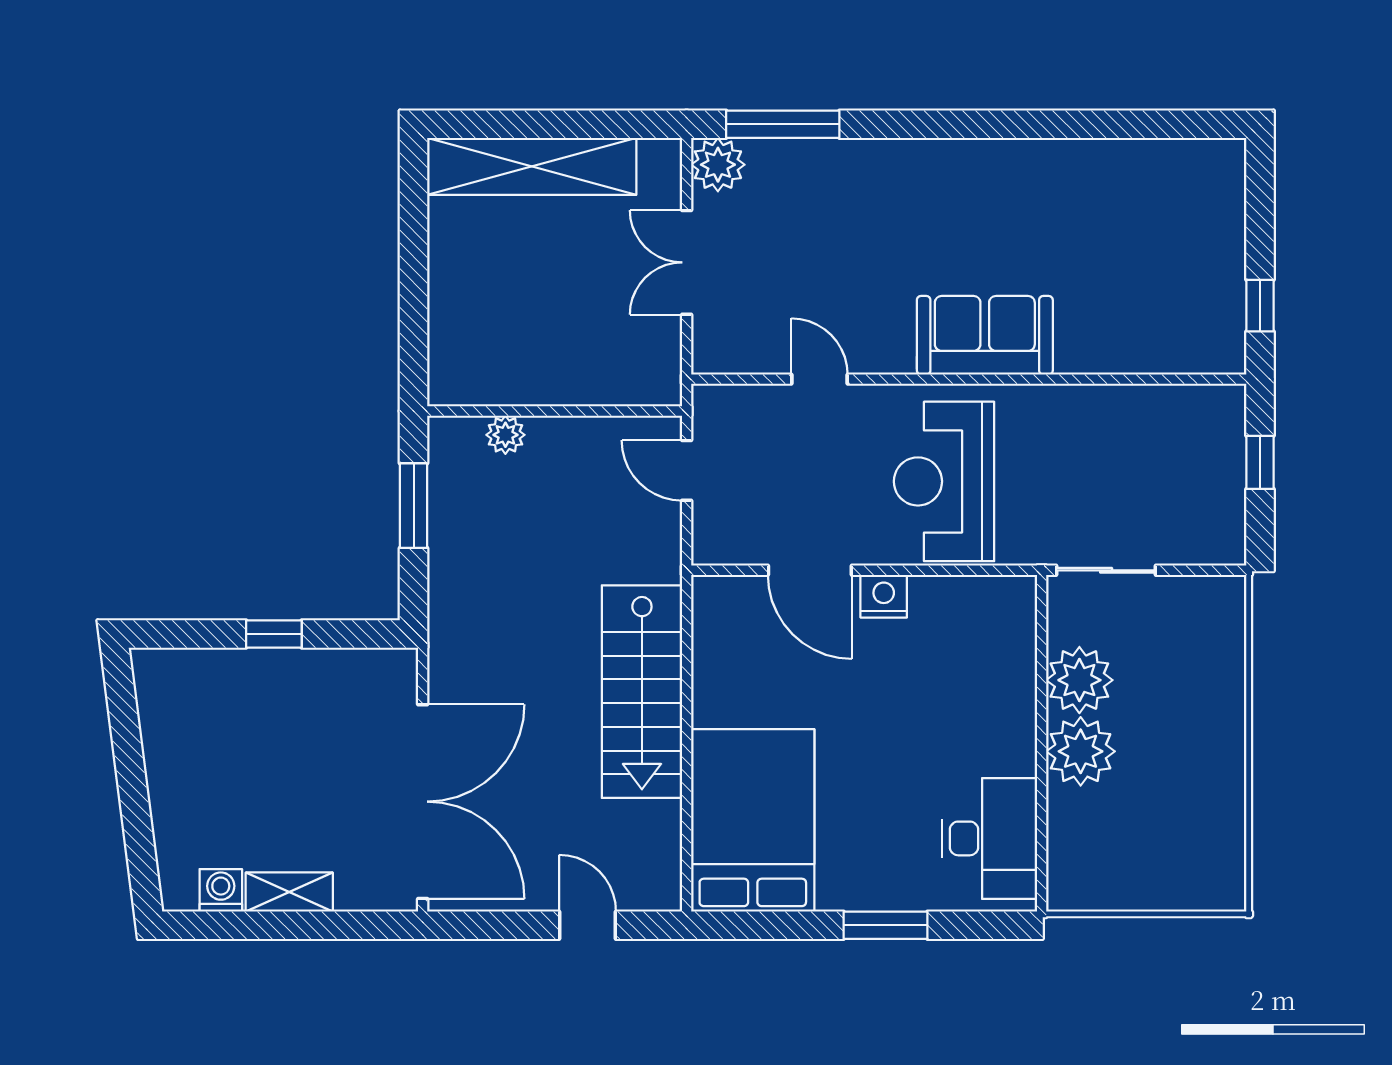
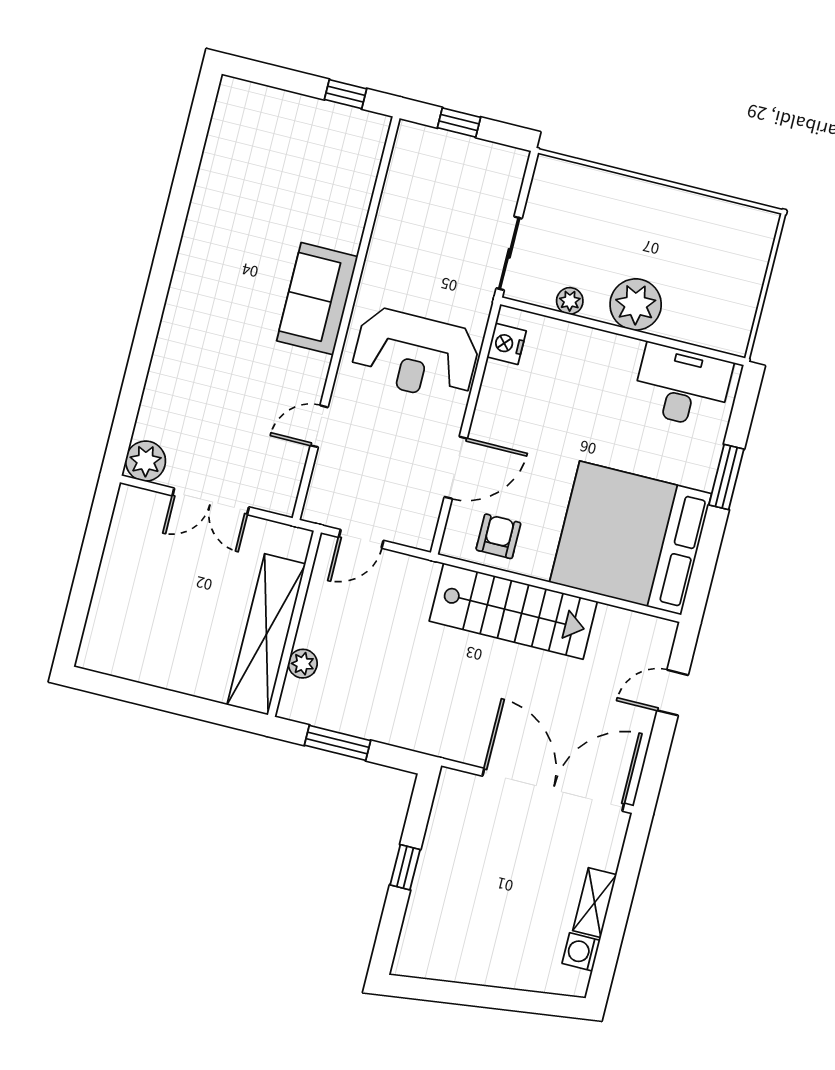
window: (783, 124) -> (128, 407), removed
shelving: (532, 166) -> (266, 634), moved
nightstand: (884, 596) -> (507, 344), moved
armchair: (734, 648) -> (498, 536), added
plant: (1079, 680) -> (570, 301), width x0.53, depth x0.53
bed: (753, 820) -> (630, 538), width x1.36

